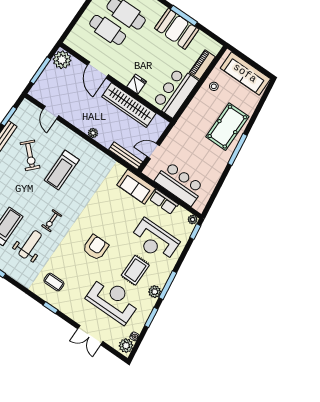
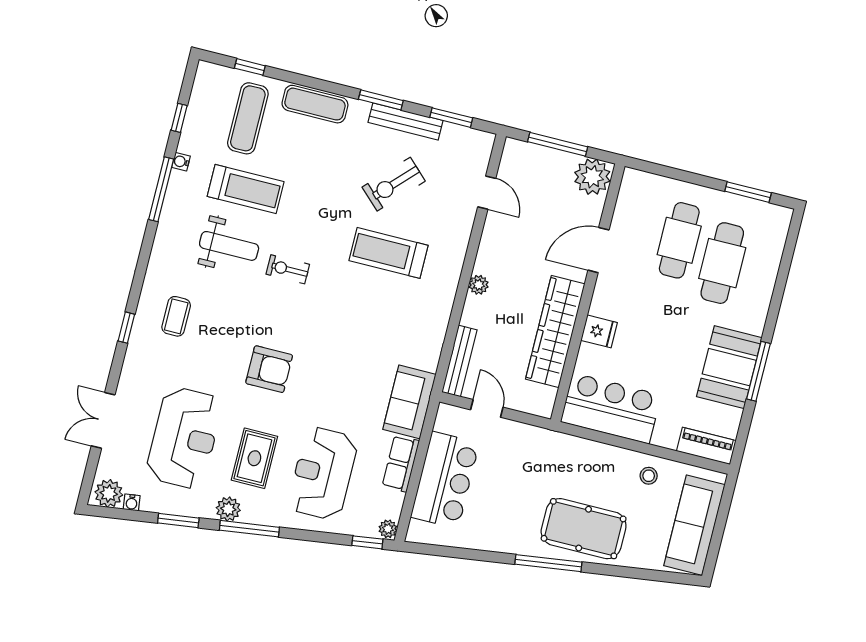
piano: (202, 65) -> (706, 446), moved
door: (51, 113) -> (487, 193), swing flipped
rug: (135, 270) -> (254, 458), turned 90

